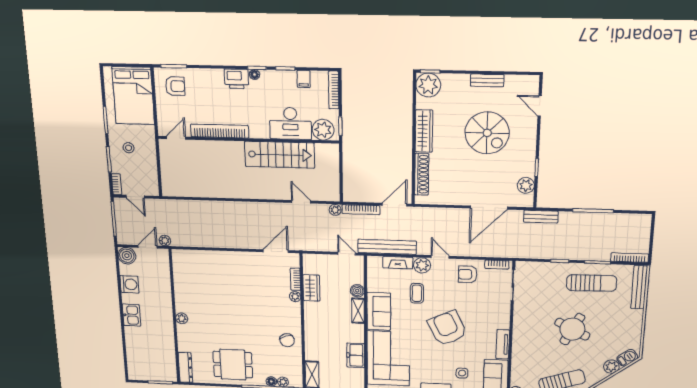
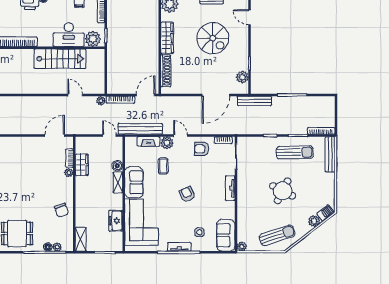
bench: (541, 217) -> (254, 101), width x1.36
armchair: (447, 328) -> (187, 194), width x0.53, depth x0.53
tv unit: (503, 344) -> (230, 188), moved

